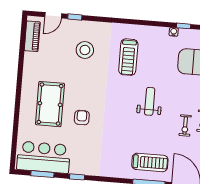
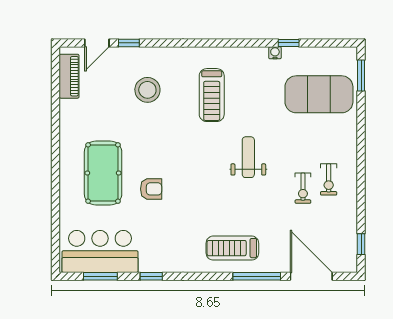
armchair: (82, 118) -> (151, 189), turned 90
treadmill: (150, 162) -> (232, 248), moved, turned 180

